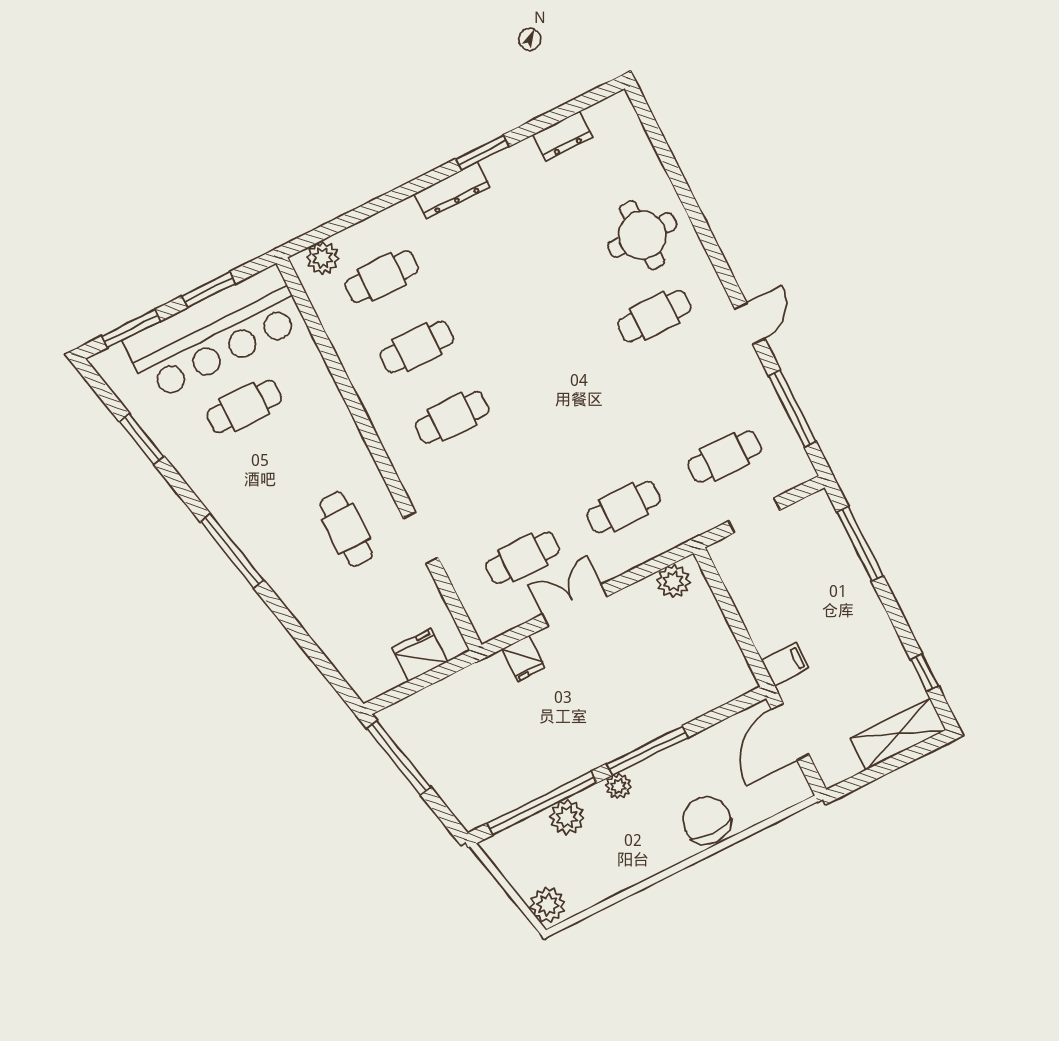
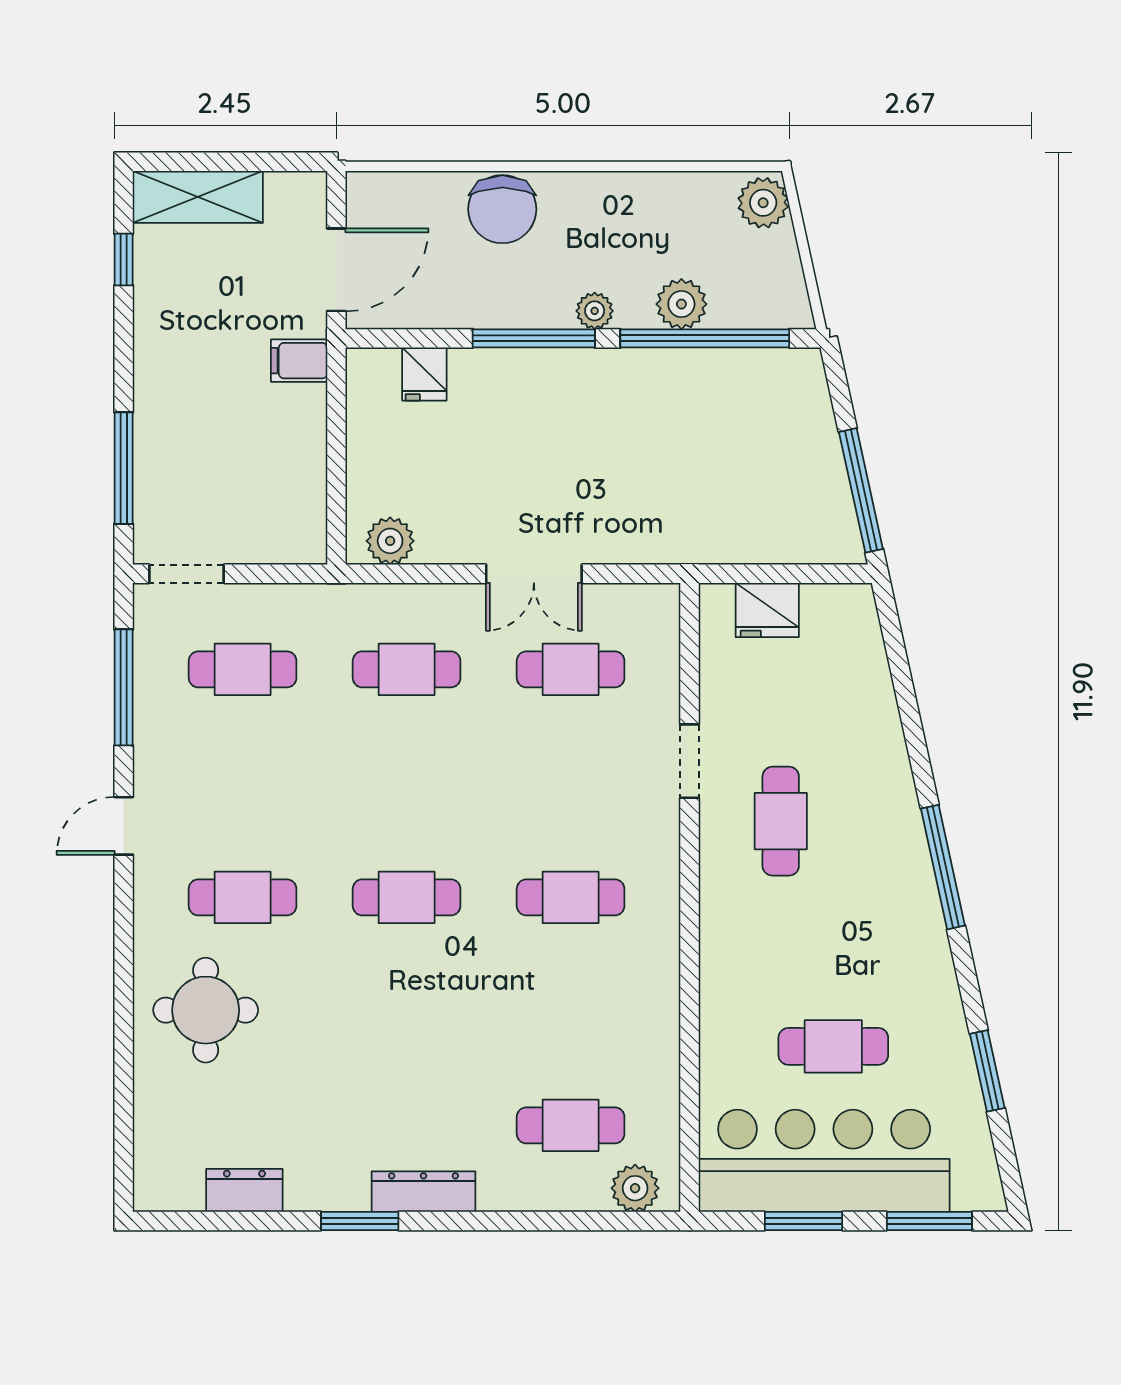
cafe table: (417, 347) -> (407, 897), moved
doorway: (754, 516) -> (187, 574), moved
fridge: (524, 658) -> (424, 374), moved, turned 180

